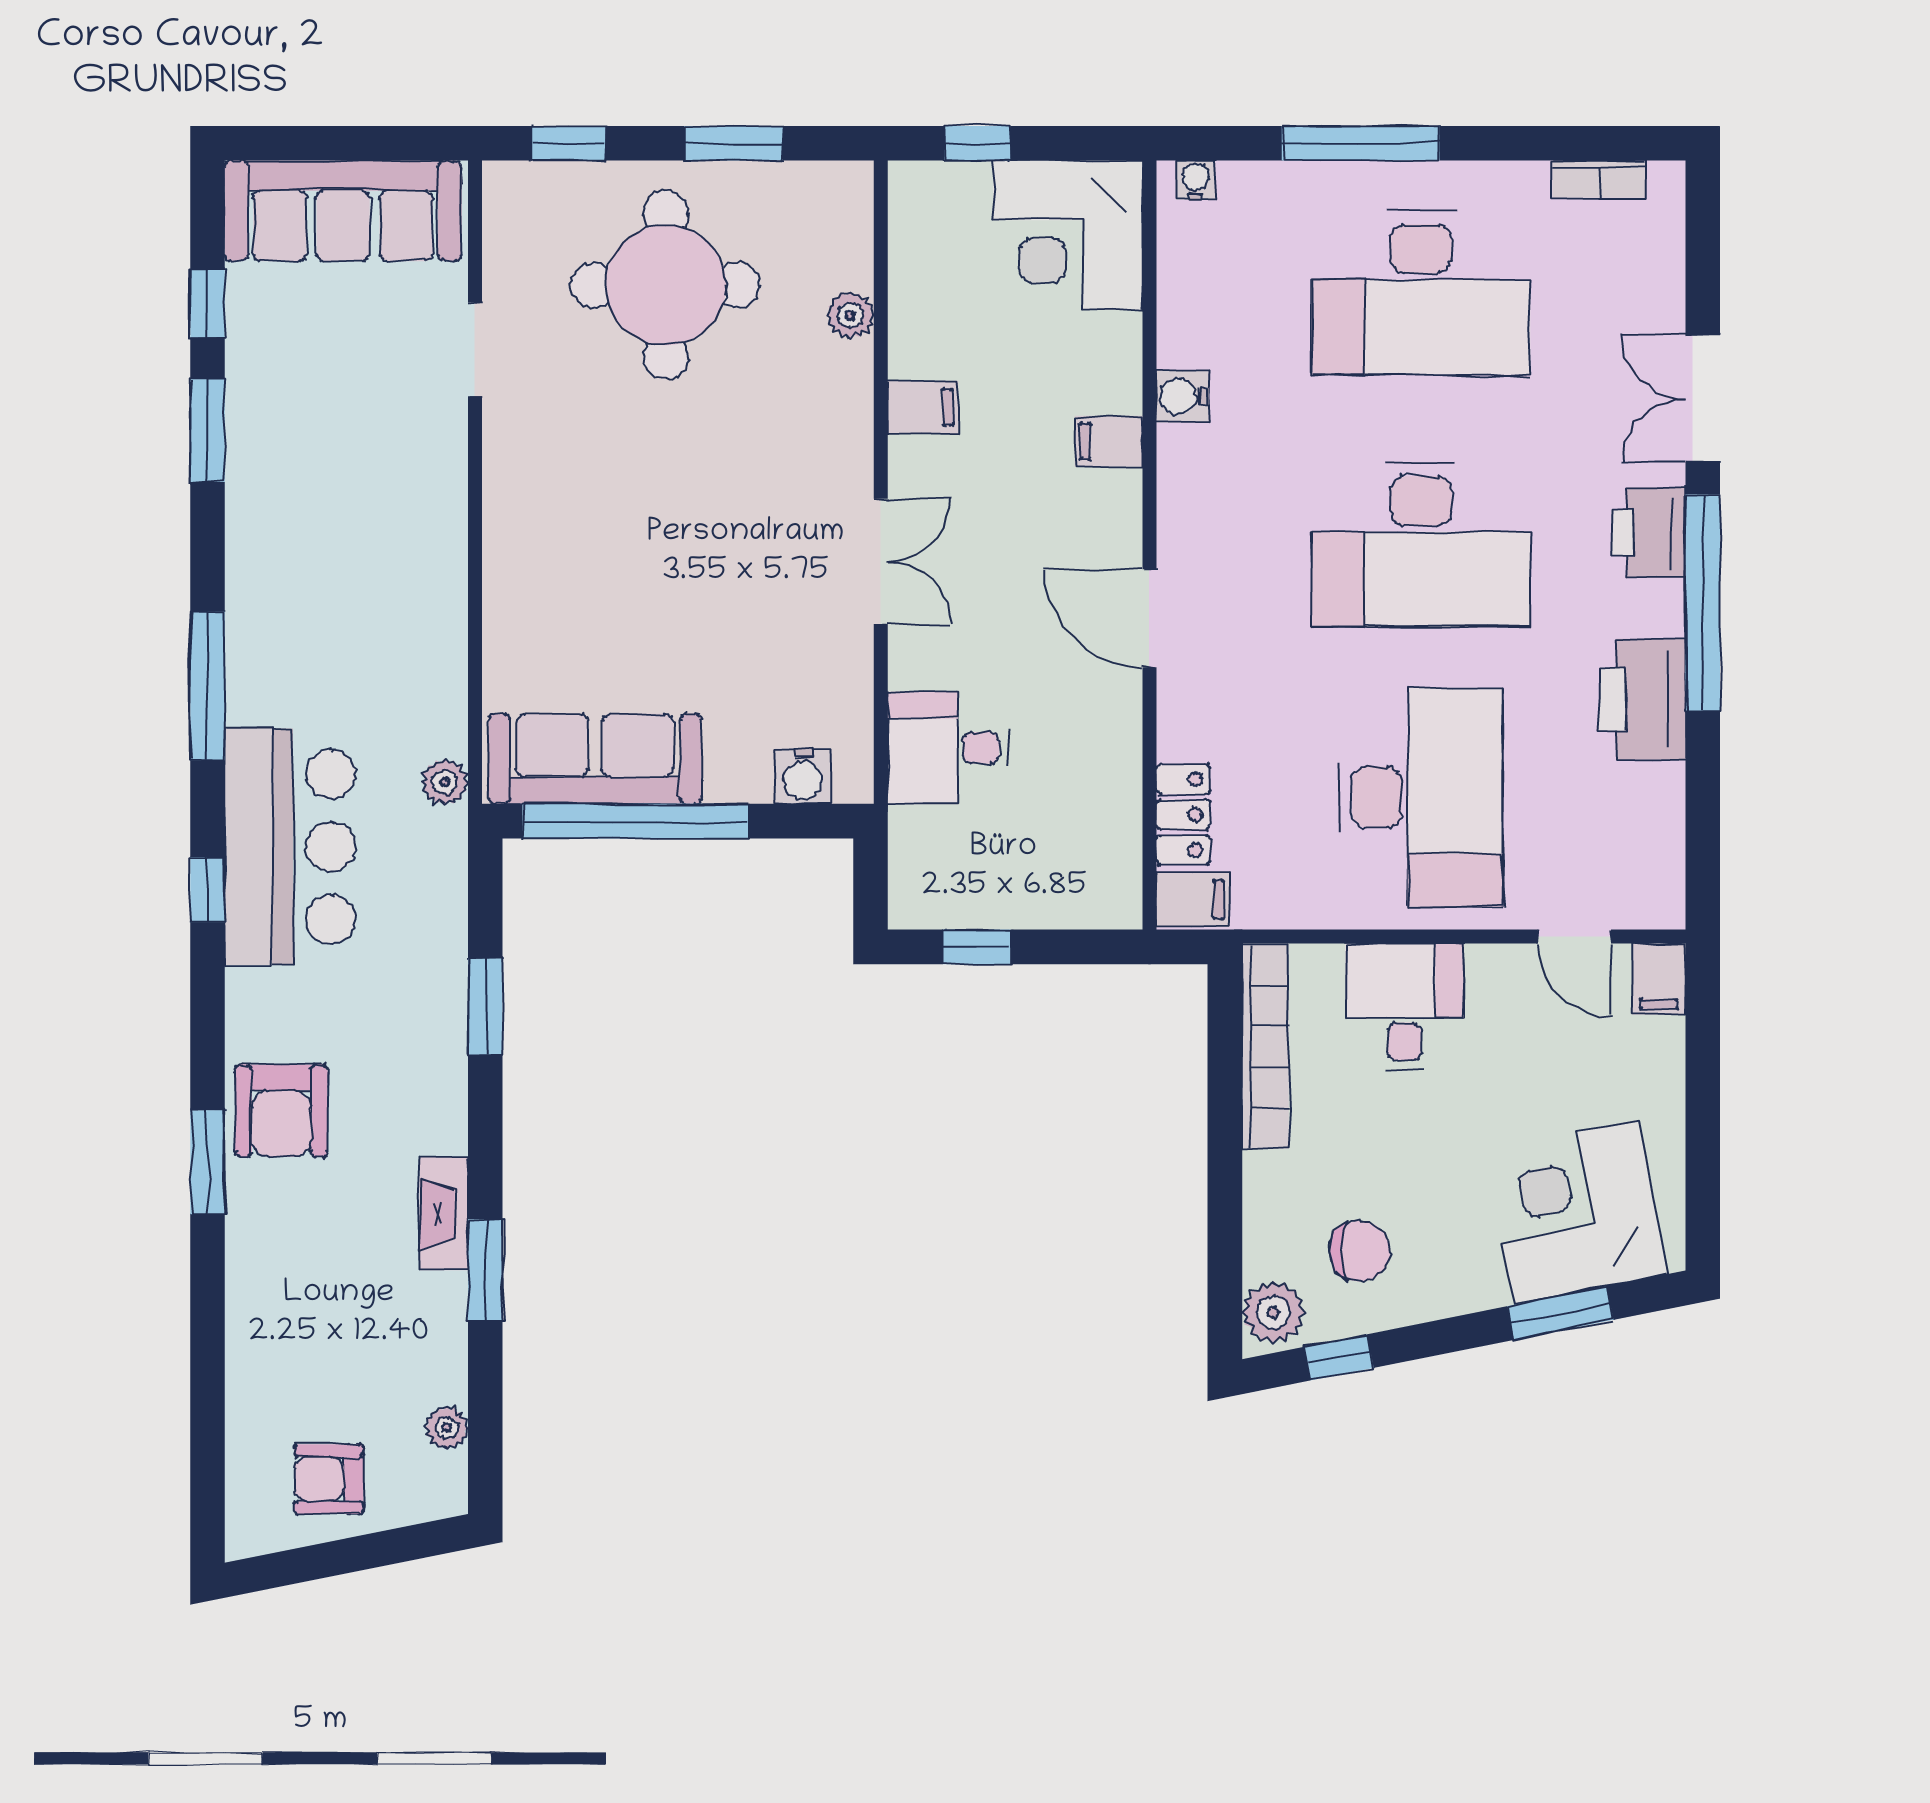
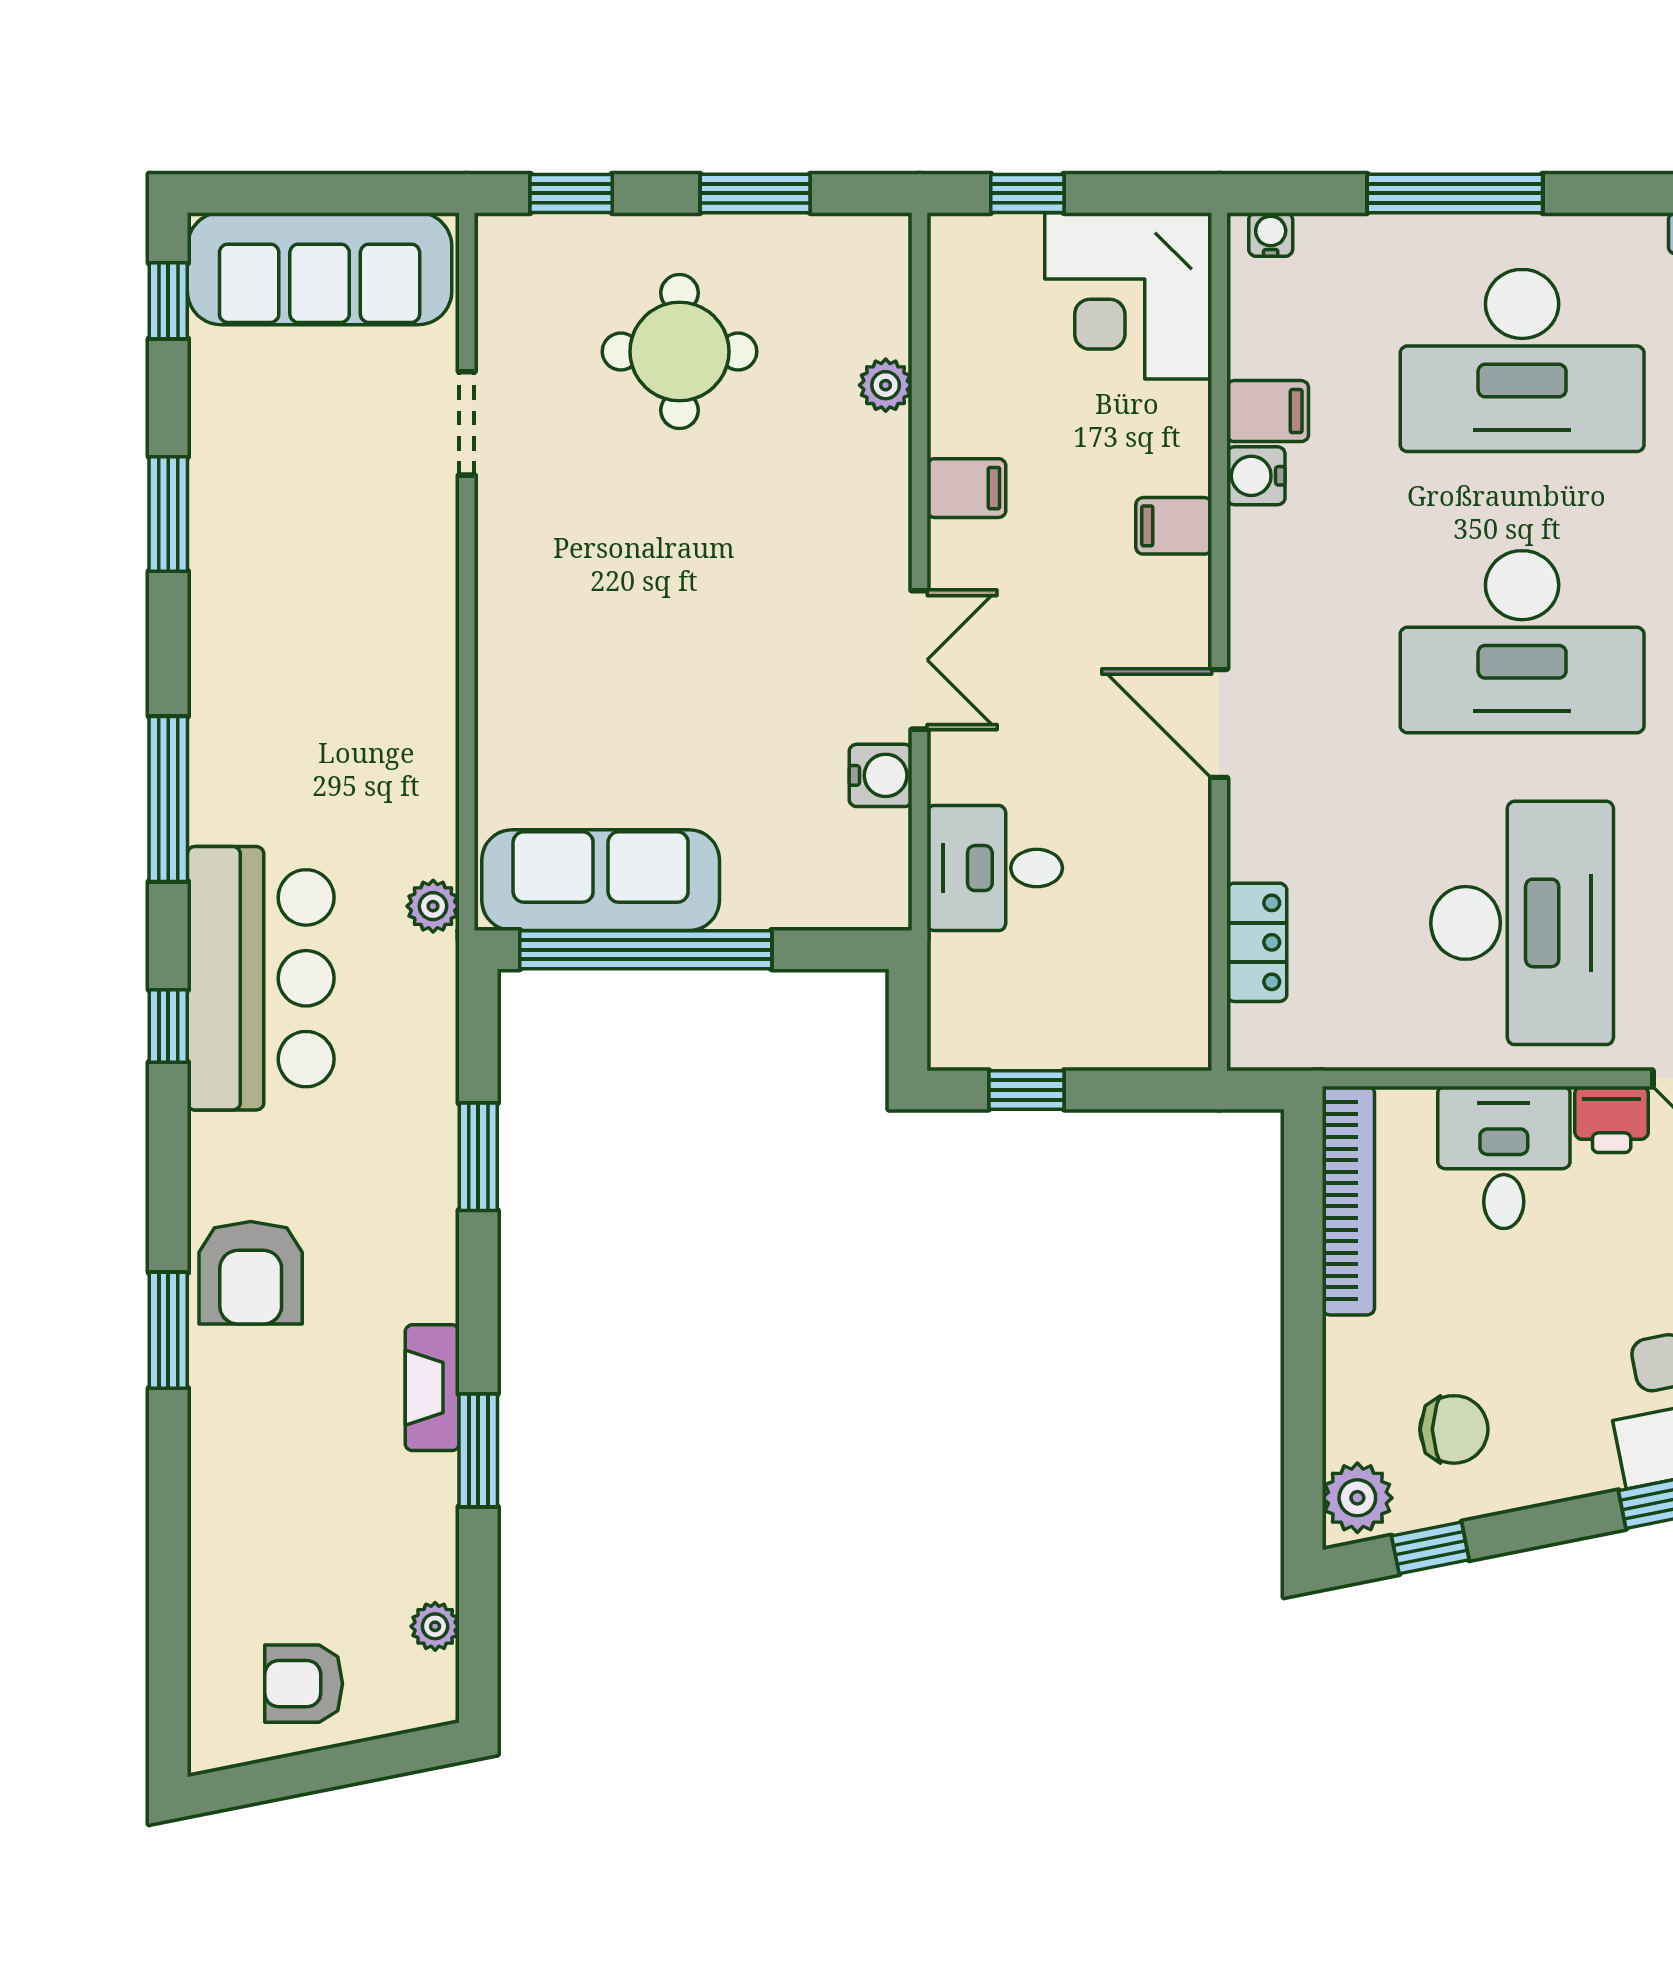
round table: (666, 285) -> (679, 352), width x0.73, depth x0.73
window: (208, 303) -> (168, 301), moved
water cooler: (803, 776) -> (881, 775), moved, turned -90
filing cabinet: (1193, 900) -> (1268, 411), moved
printer: (1501, 973) -> (1612, 1119), added

